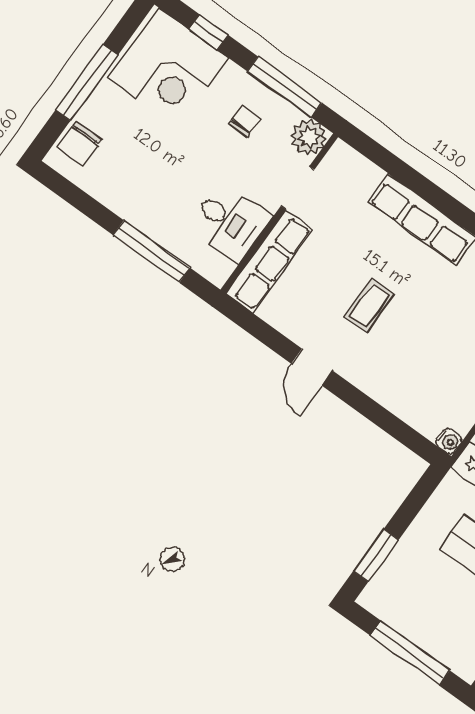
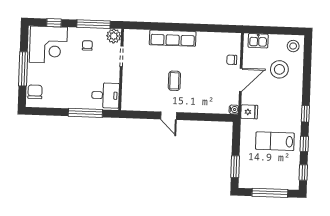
chair: (80, 143) -> (35, 92), turned 180
desk: (230, 222) -> (105, 95), moved
row of seats: (269, 261) -> (129, 89), removed

